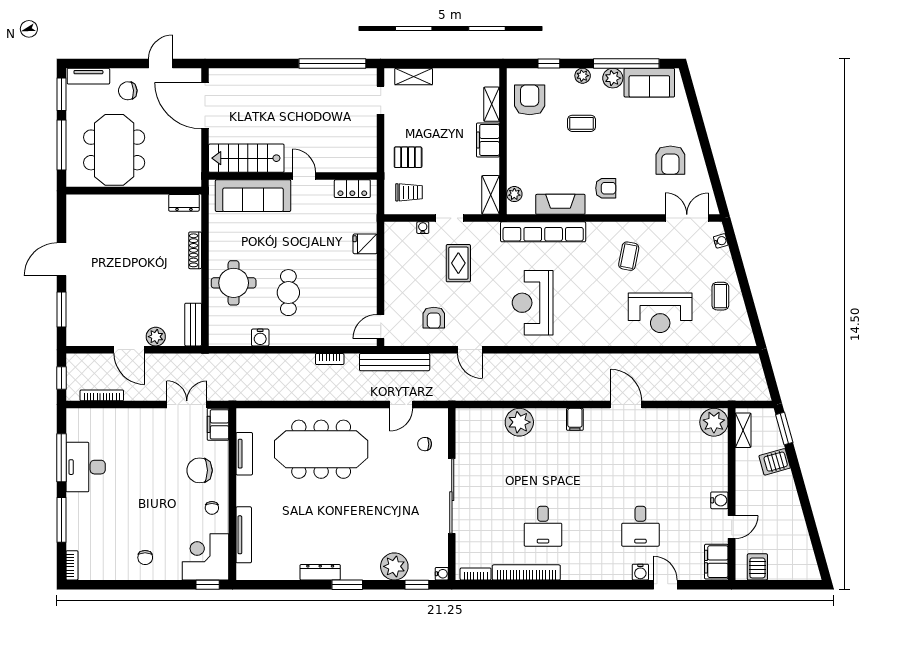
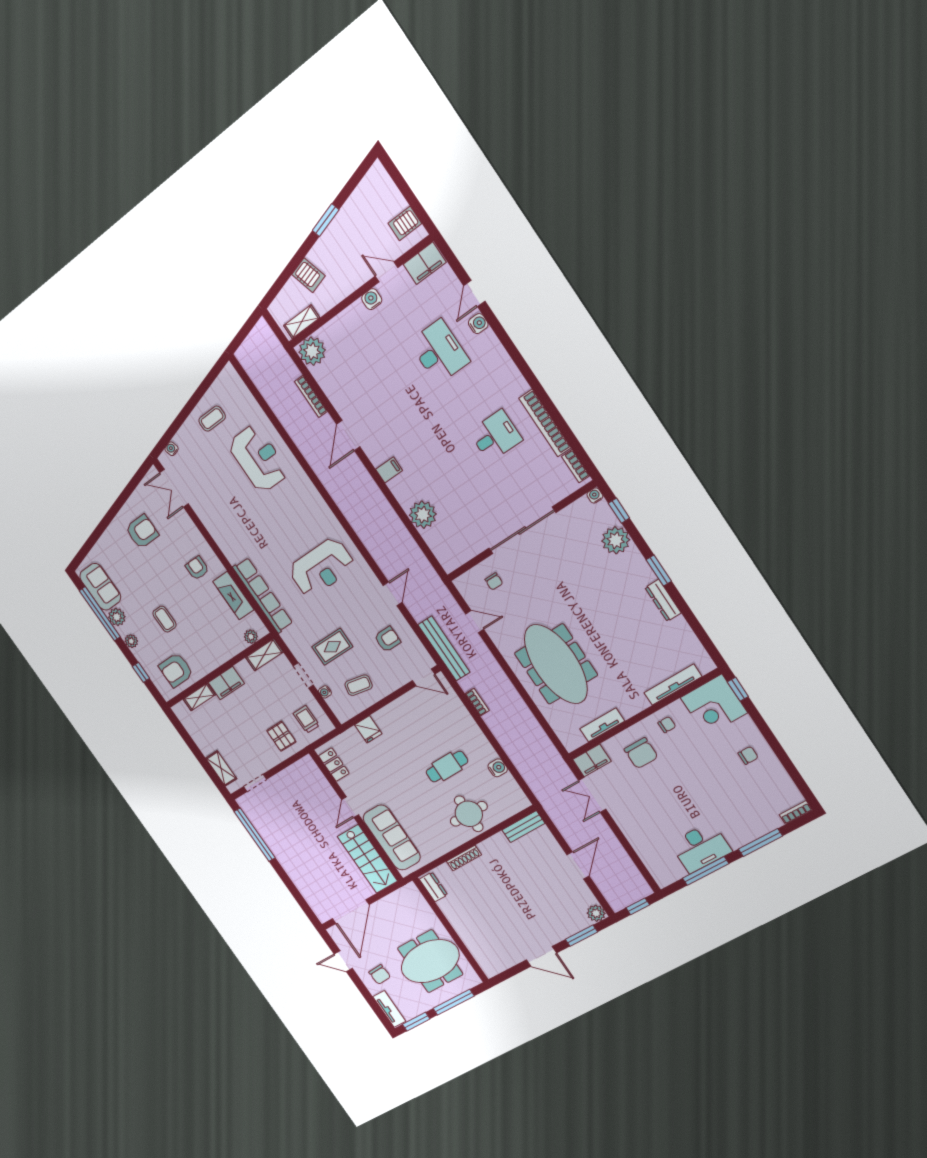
coffee table: (629, 256) -> (359, 685), moved
plant: (156, 337) -> (596, 913), moved
bookcase: (102, 395) -> (311, 396), moved
window: (784, 428) -> (326, 220), moved
desk: (640, 526) -> (439, 352), width x1.37

